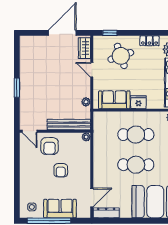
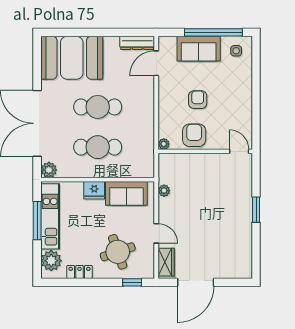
bench: (69, 125) -> (187, 160), removed
armchair: (50, 146) -> (194, 135), moved

